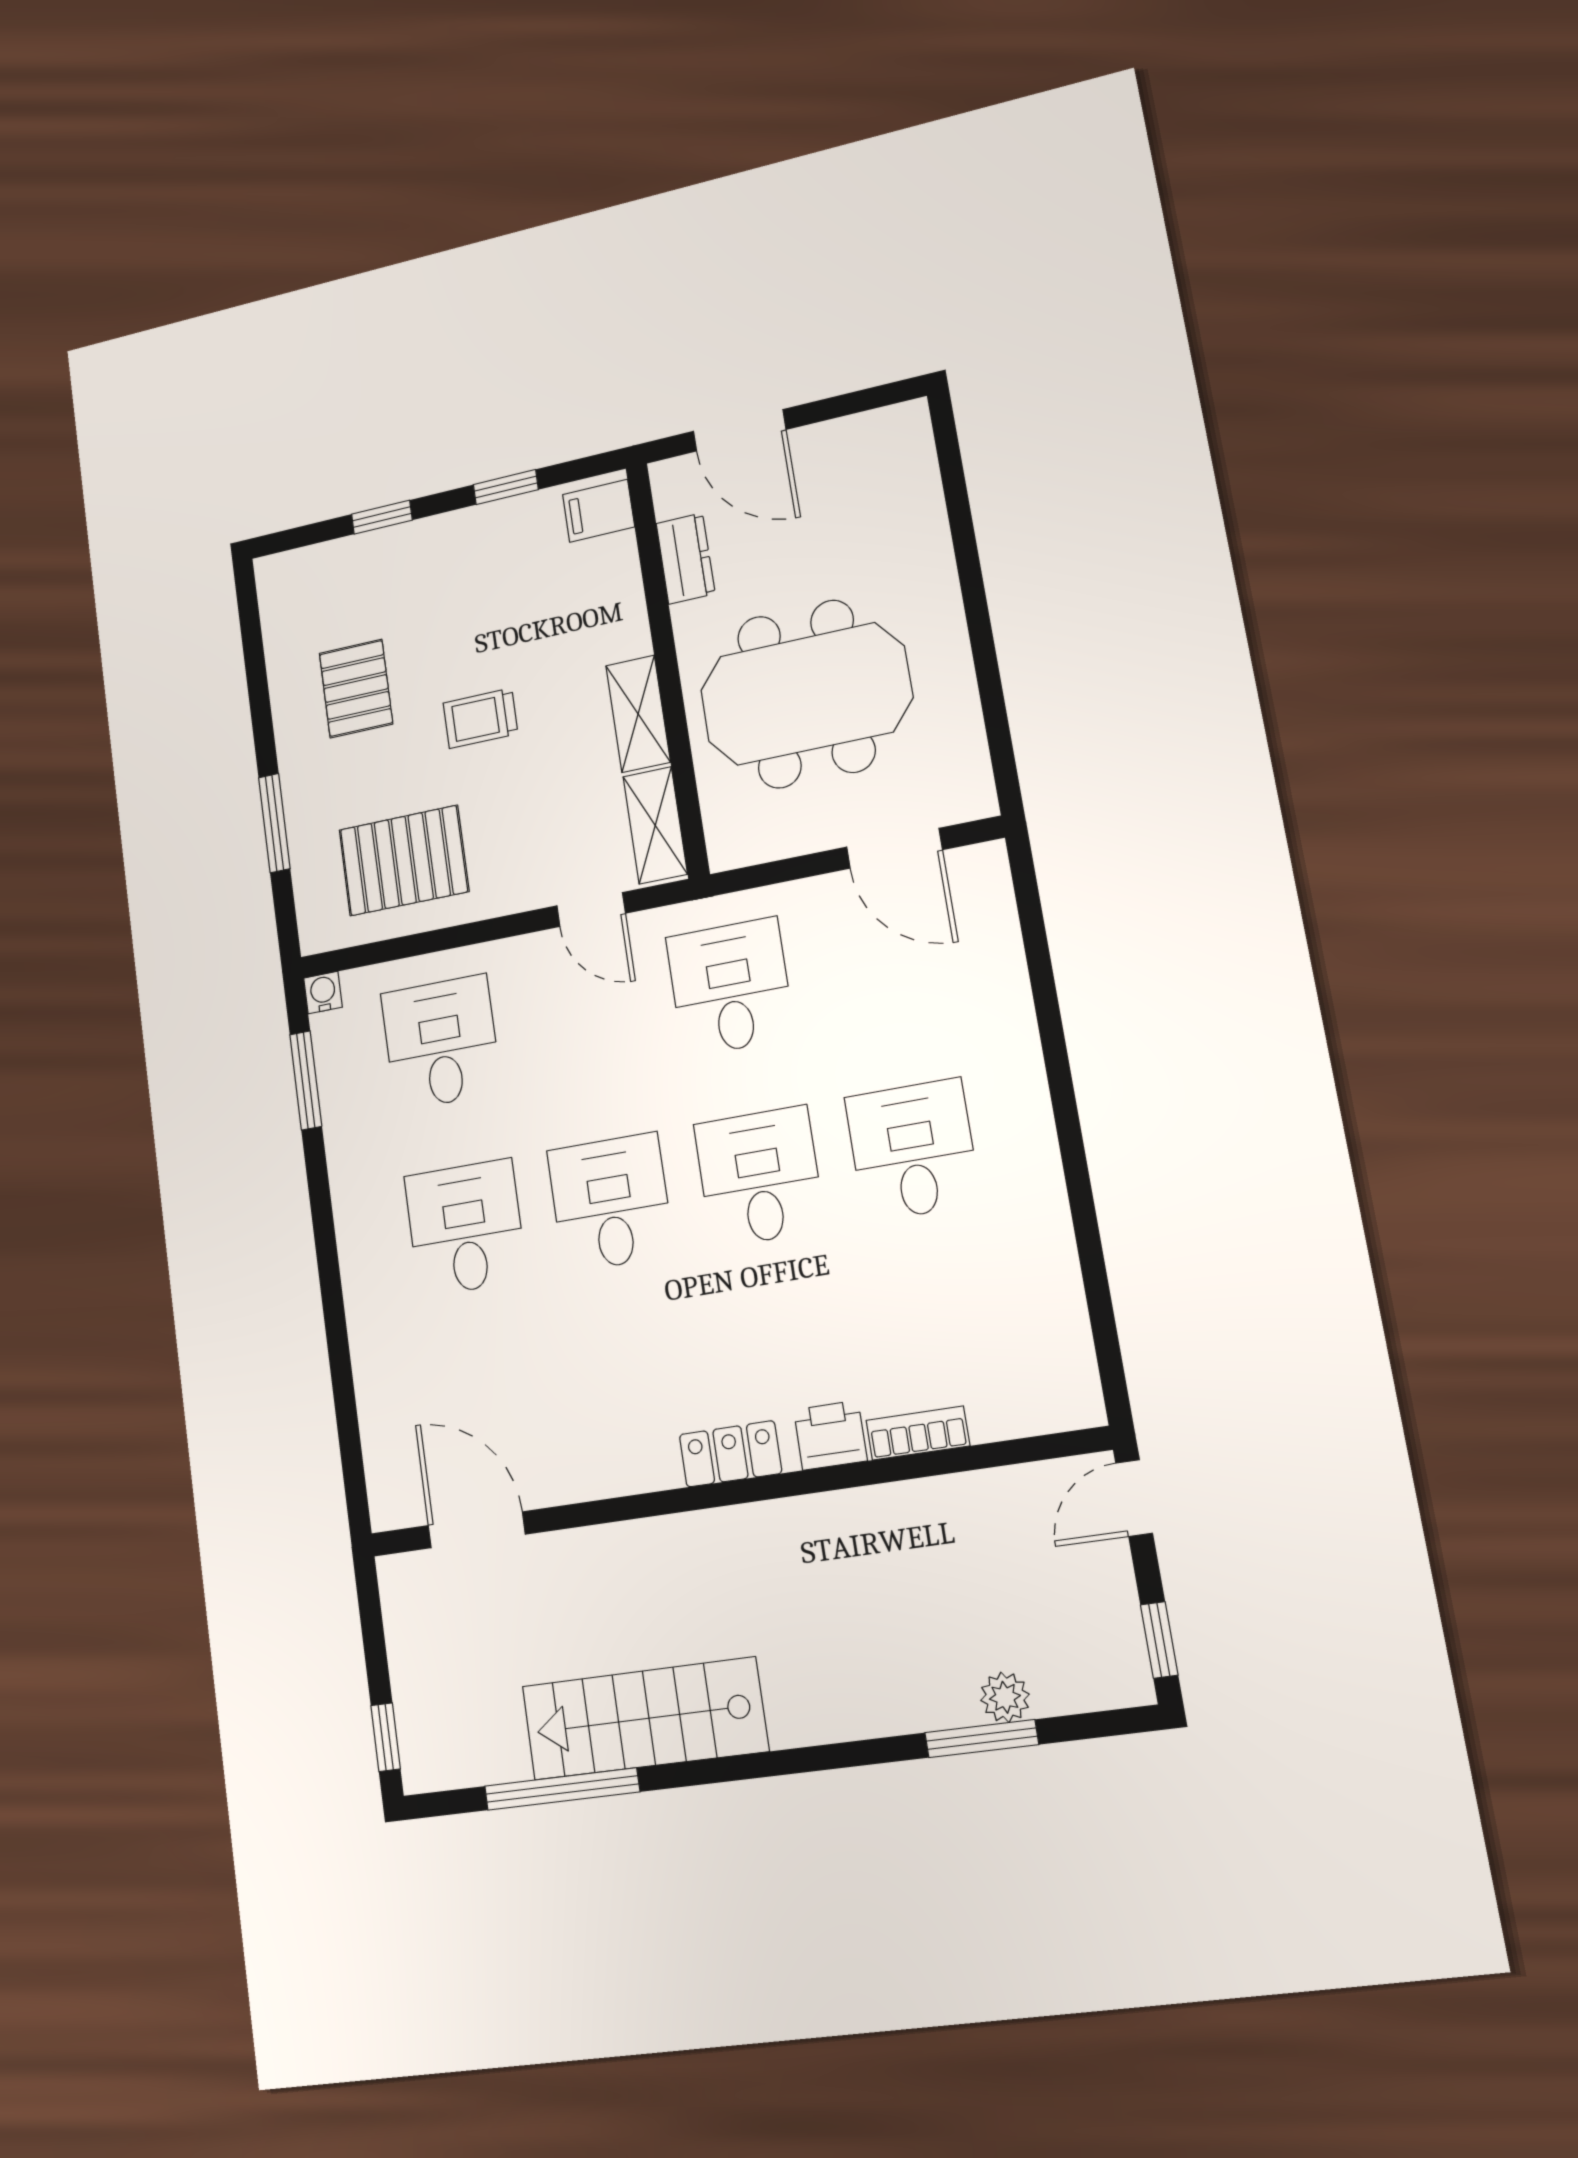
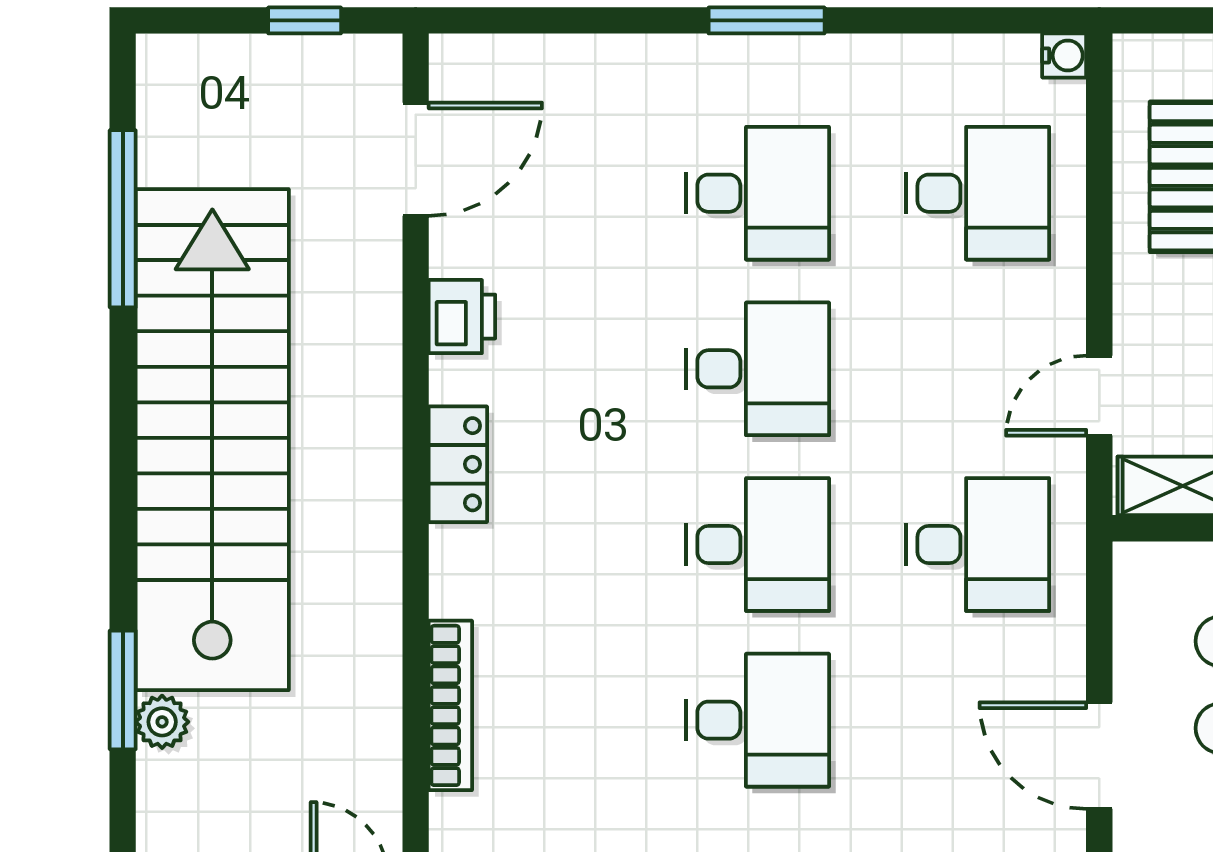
door: (894, 848) -> (1099, 756), hinge flipped
window: (306, 1080) -> (767, 20), moved
bookcase: (918, 1433) -> (450, 705), width x1.56
printer: (830, 1435) -> (462, 317), moved
stairs: (644, 1719) -> (212, 440), width x1.86, depth x1.51
window: (386, 1737) -> (305, 20), moved

